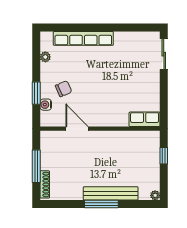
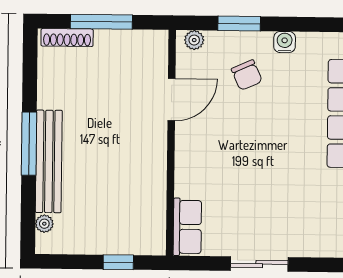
sliding door: (164, 54) -> (259, 264), moved
plant: (45, 57) -> (194, 40), moved
water cooler: (46, 105) -> (285, 42), moved
plant: (155, 195) -> (44, 224), moved

